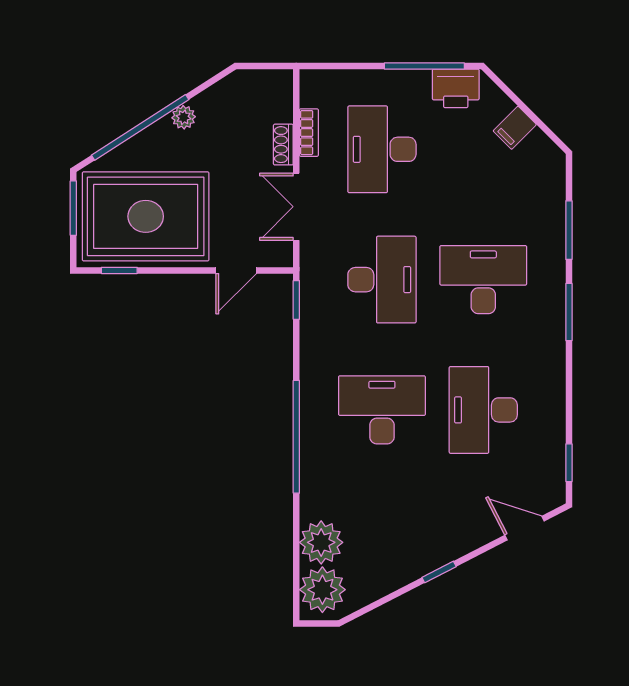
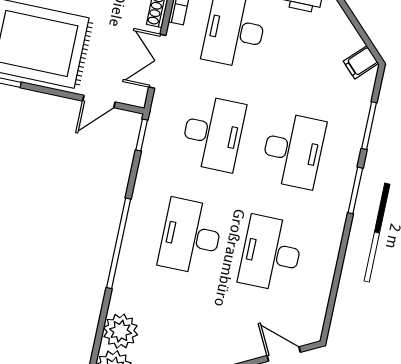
filing cabinet: (515, 128) -> (361, 62), moved
desk: (483, 280) -> (293, 150), turned 90
desk: (382, 410) -> (191, 236), turned -90
window: (569, 463) -> (330, 310), removed

